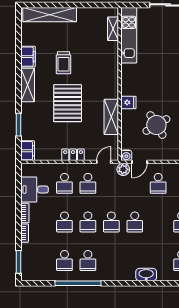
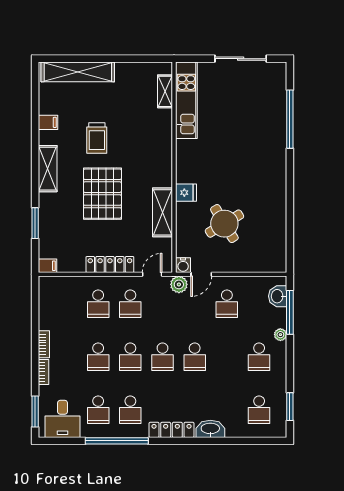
filing cabinet: (28, 57) -> (48, 122), width x0.50
filing cabinet: (28, 151) -> (48, 266), width x0.50
locker: (73, 155) -> (110, 264), width x1.53
desk: (35, 189) -> (63, 419), moved, turned -90
locker: (118, 275) -> (171, 430), added

